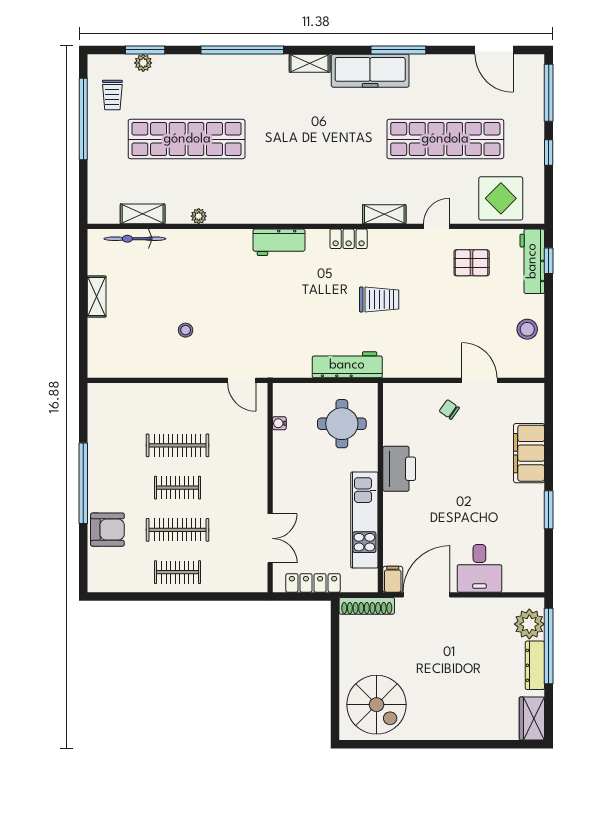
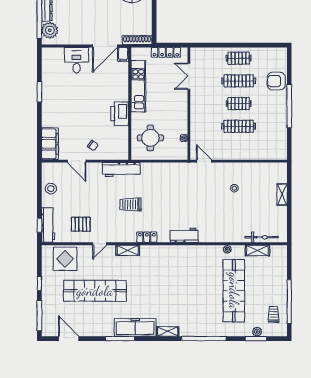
shop shelf: (187, 139) -> (234, 291), turned 90
shelving: (97, 297) -> (282, 195), moved
workbench: (347, 365) -> (121, 169), moved
filing cabinet: (529, 453) -> (50, 144), moved

